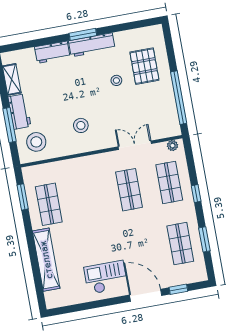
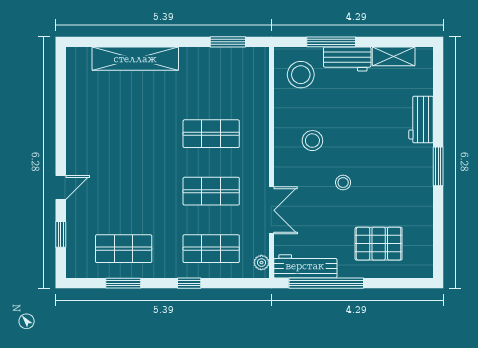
workbench: (92, 45) -> (305, 266), moved, turned 90
stool: (116, 80) -> (343, 183), moved
shop shelf: (49, 204) -> (211, 134), moved
checkout: (106, 277) -> (96, 137), removed
door: (146, 295) -> (61, 187), width x0.53

